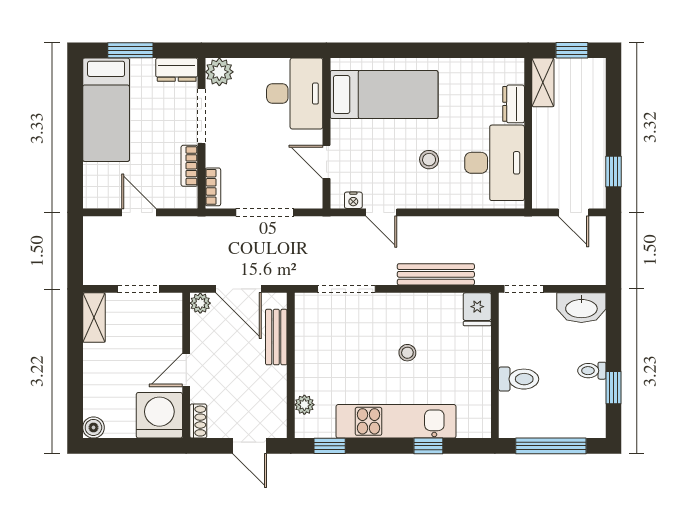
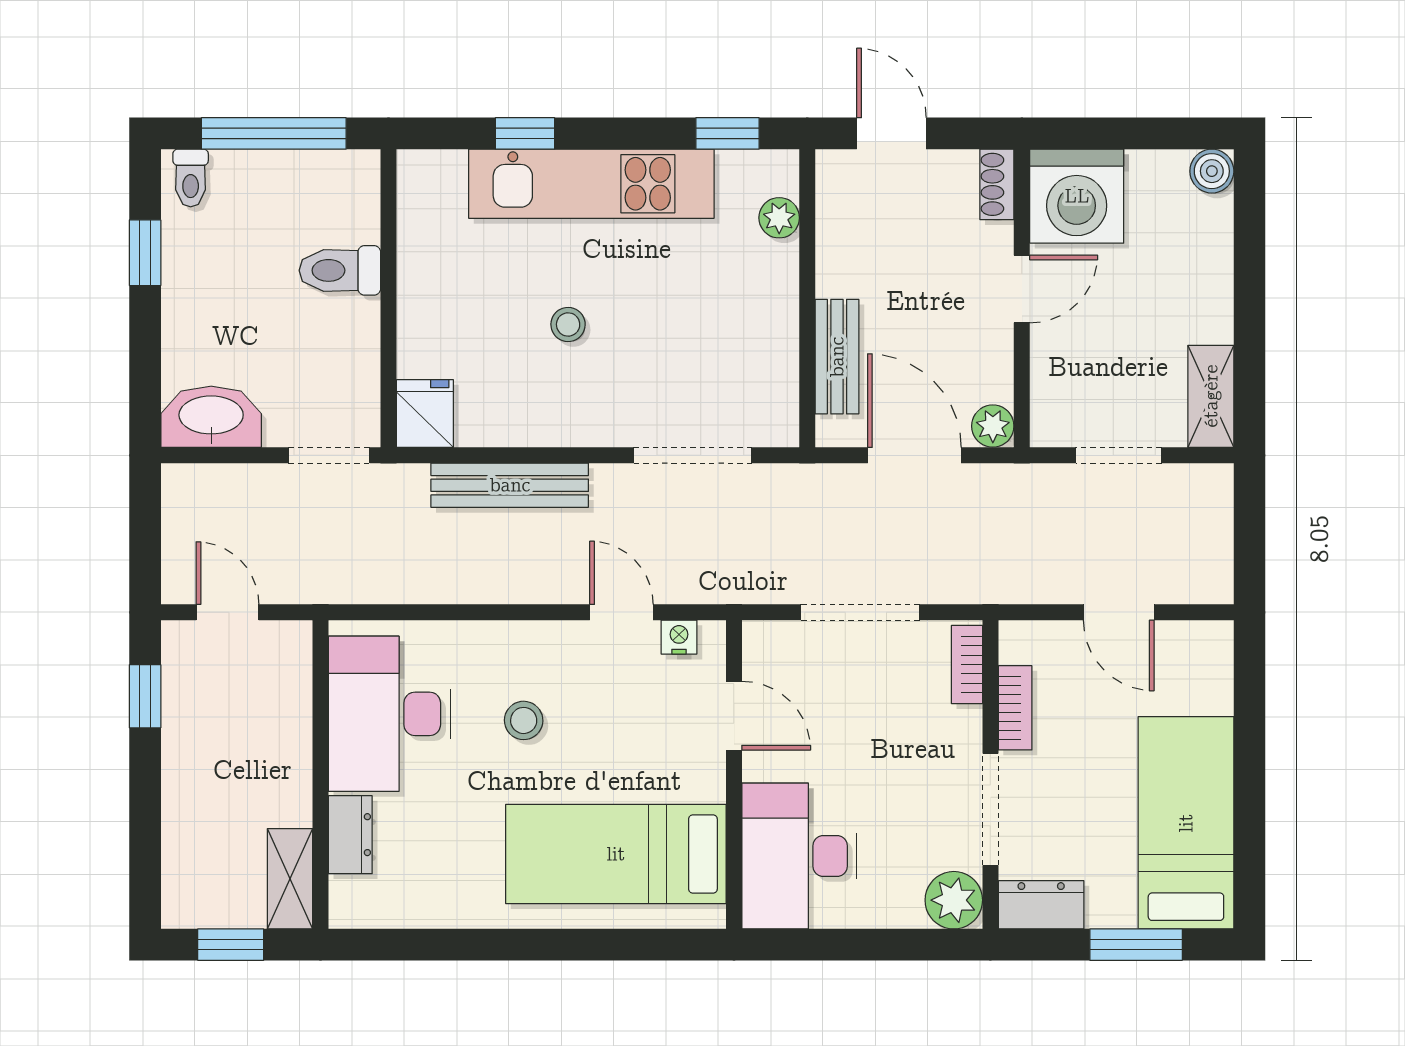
toilet: (592, 371) -> (191, 178), moved, turned 90

